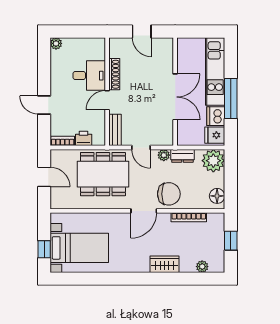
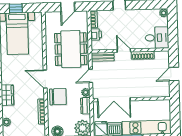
desk: (89, 76) -> (157, 38), moved, turned -90
double door: (175, 97) -> (114, 100), moved
chair: (169, 194) -> (58, 97), turned -90

